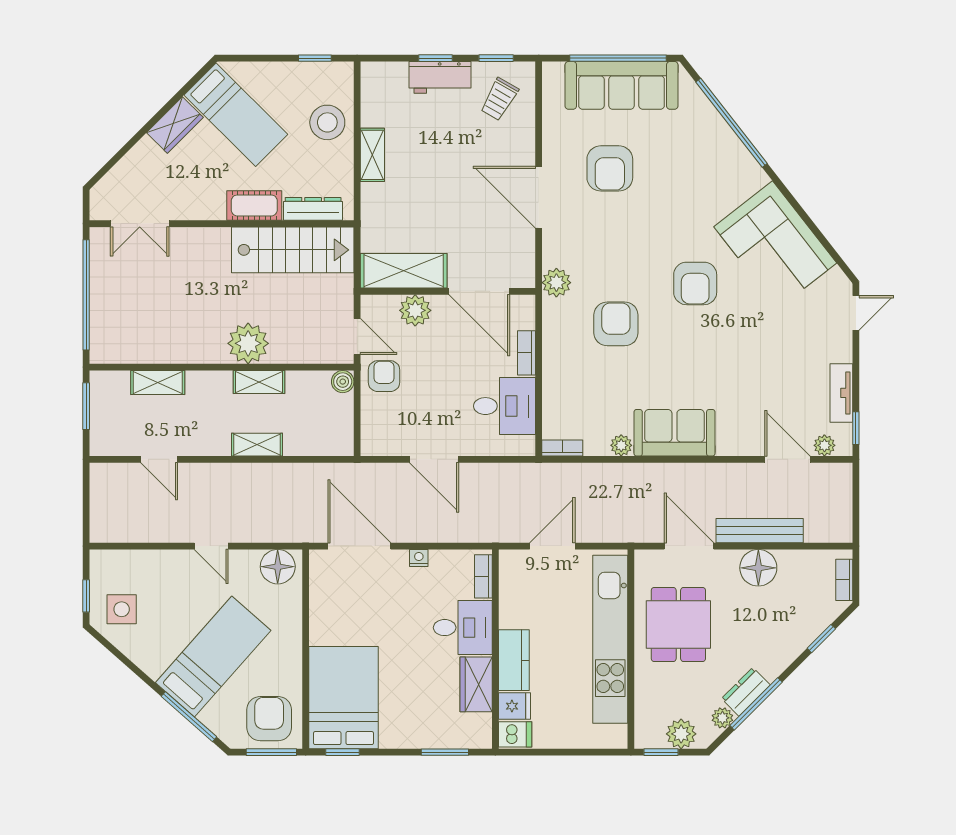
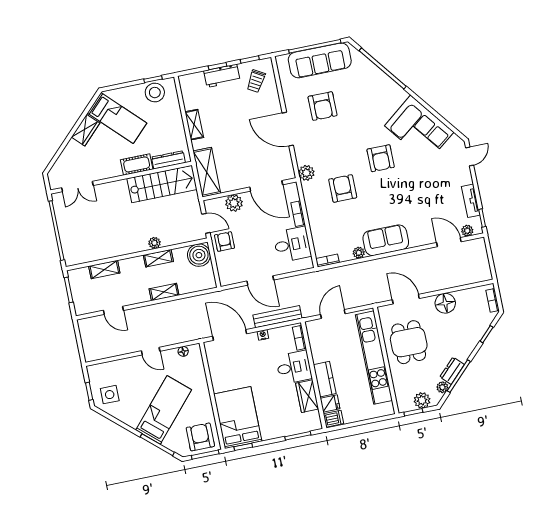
stool: (327, 122) -> (155, 93), moved
shelving: (404, 271) -> (207, 172), moved, turned 90
plant: (248, 343) -> (154, 243), width x0.53, depth x0.53
boiler: (343, 382) -> (199, 255), width x1.86, depth x1.86
bench: (760, 531) -> (277, 317), moved
floor lamp: (278, 567) -> (183, 351), width x0.53, depth x0.53

